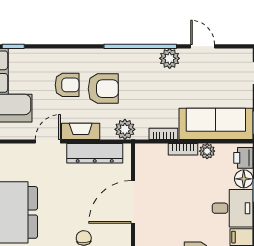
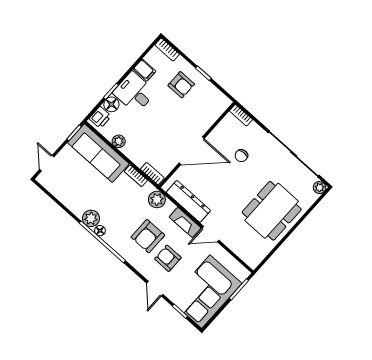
door: (203, 46) -> (155, 289), moved
floor lamp: (151, 55) -> (100, 231), added
armchair: (103, 89) -> (148, 236), turned -90
bookcase: (183, 149) -> (152, 174), moved

